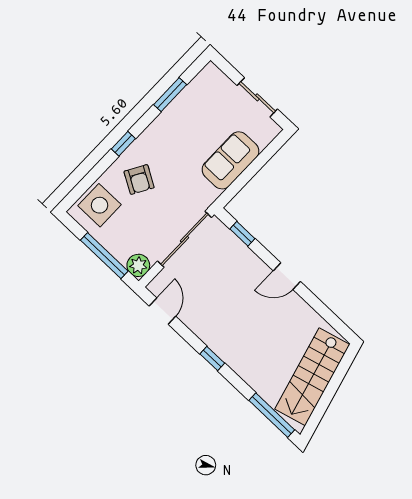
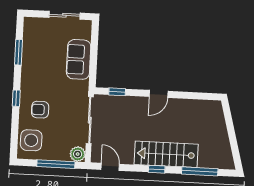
armchair: (139, 180) -> (40, 110), turned 150
stairs: (312, 377) -> (166, 154), moved, turned 105
window: (272, 415) -> (200, 171), moved

